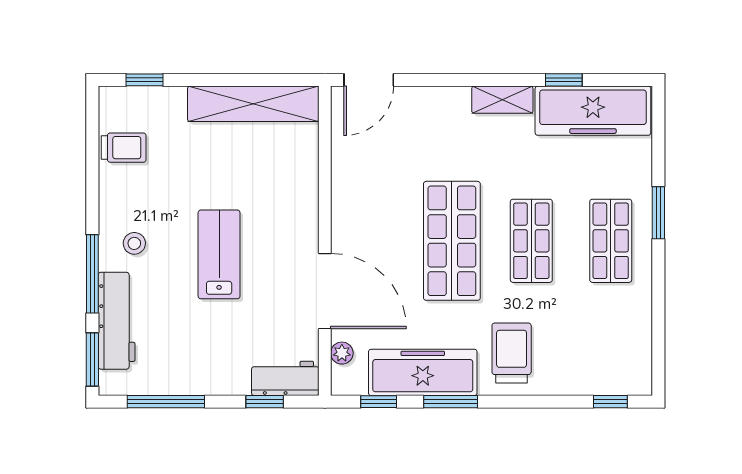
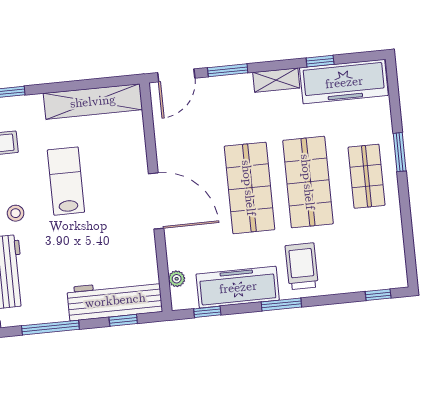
window: (438, 80) -> (228, 70), added
shop shelf: (531, 241) -> (308, 182), width x1.43, depth x1.36
lab bench: (219, 254) -> (66, 181), moved
door: (325, 291) -> (156, 201), moved
workbench: (285, 378) -> (115, 300), width x1.88, depth x1.32
window: (451, 402) -> (281, 304), moved

